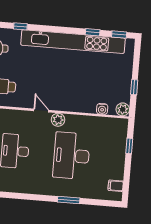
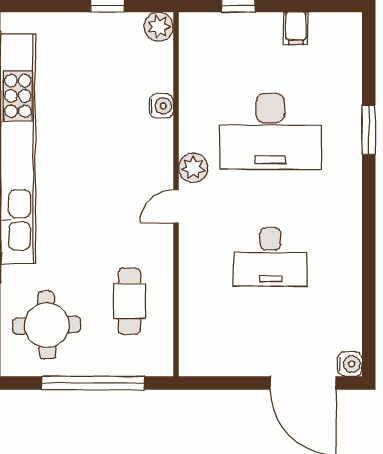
water cooler: (102, 109) -> (161, 106), moved
filing cabinet: (116, 186) -> (296, 28), moved

